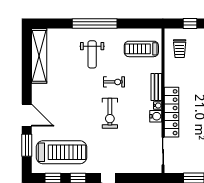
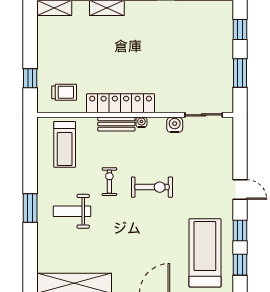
window: (95, 24) -> (30, 208), width x0.47
weight bench: (92, 54) -> (72, 211), turned 180
locker: (172, 112) -> (121, 103), moved
water cooler: (156, 116) -> (175, 125), moved

